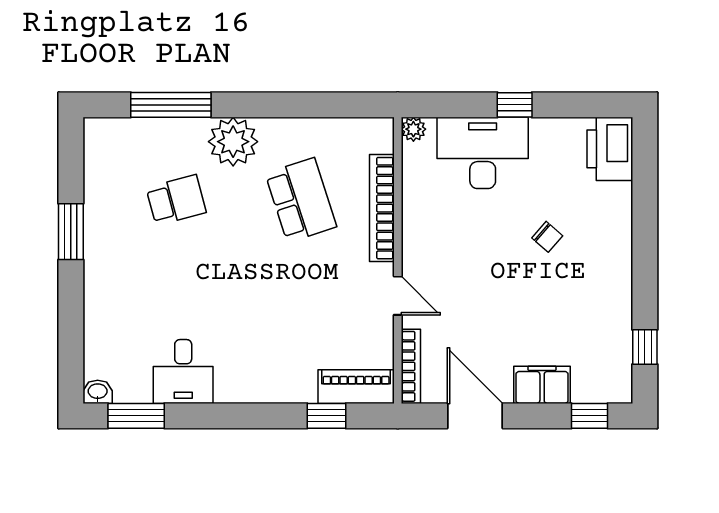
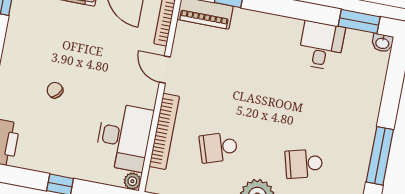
desk: (483, 153) -> (124, 137), moved, turned -90
school desk: (301, 200) -> (218, 147), width x0.54
window: (71, 232) -> (380, 156), width x1.44

